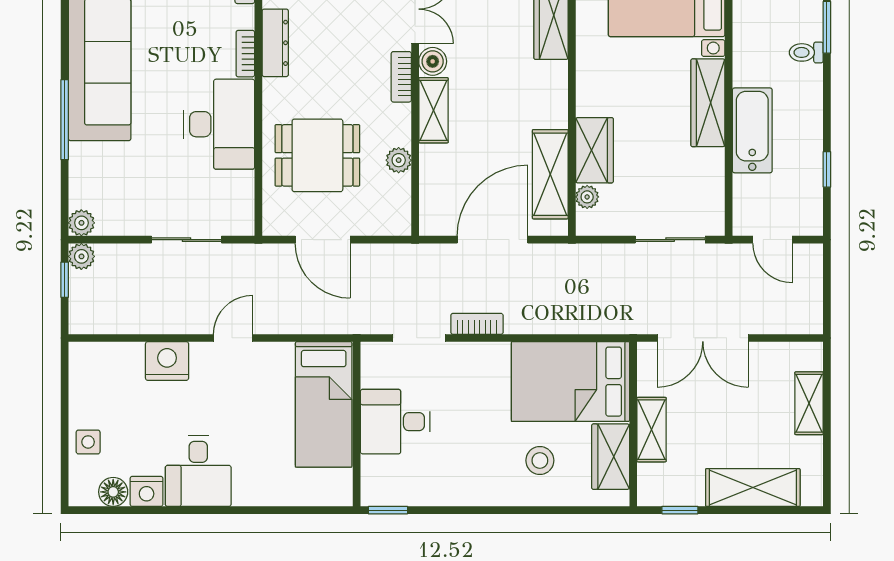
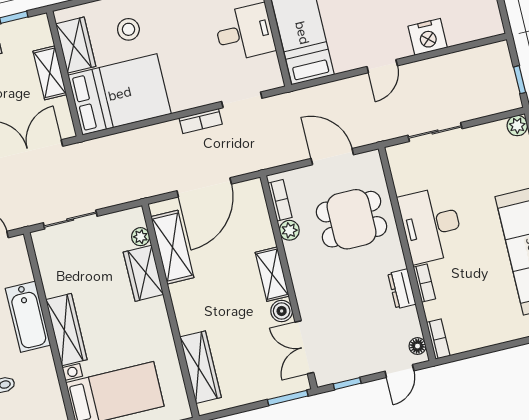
dresser: (275, 43) -> (402, 289), width x0.70
bookcase: (401, 77) -> (280, 200), moved
plant: (81, 256) -> (511, 100), removed

